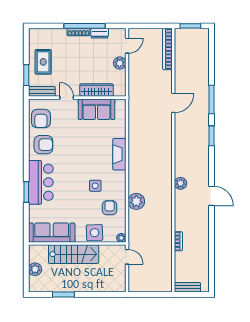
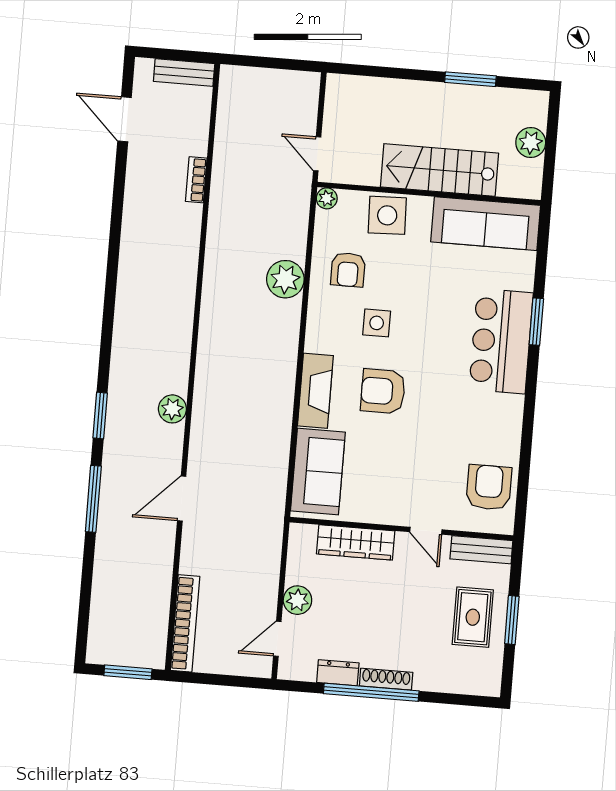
window: (26, 75) -> (512, 620), moved
sofa: (96, 109) -> (318, 472), moved, turned 90
armchair: (43, 145) -> (383, 391), moved
plant: (181, 183) -> (172, 409), moved
door: (212, 196) -> (125, 119), moved

